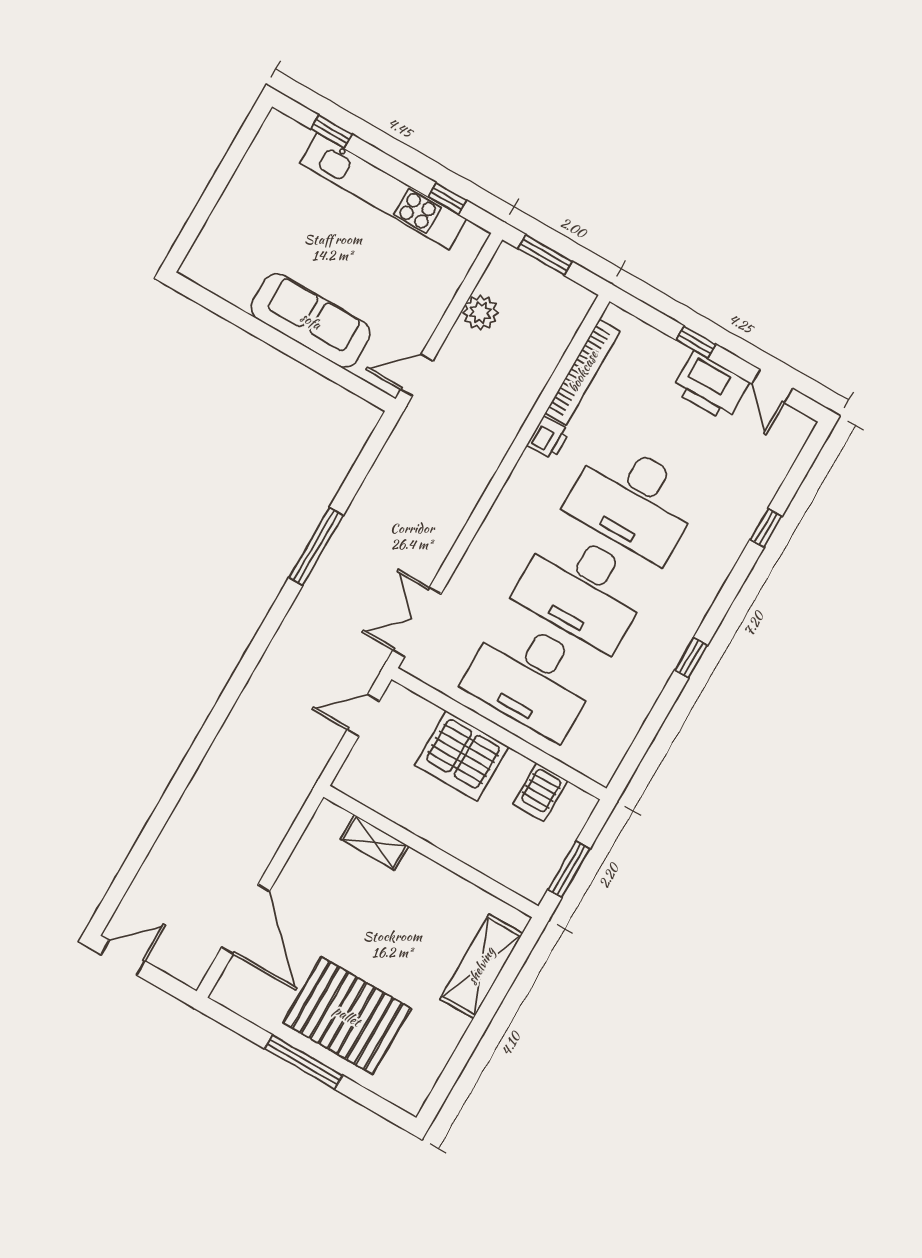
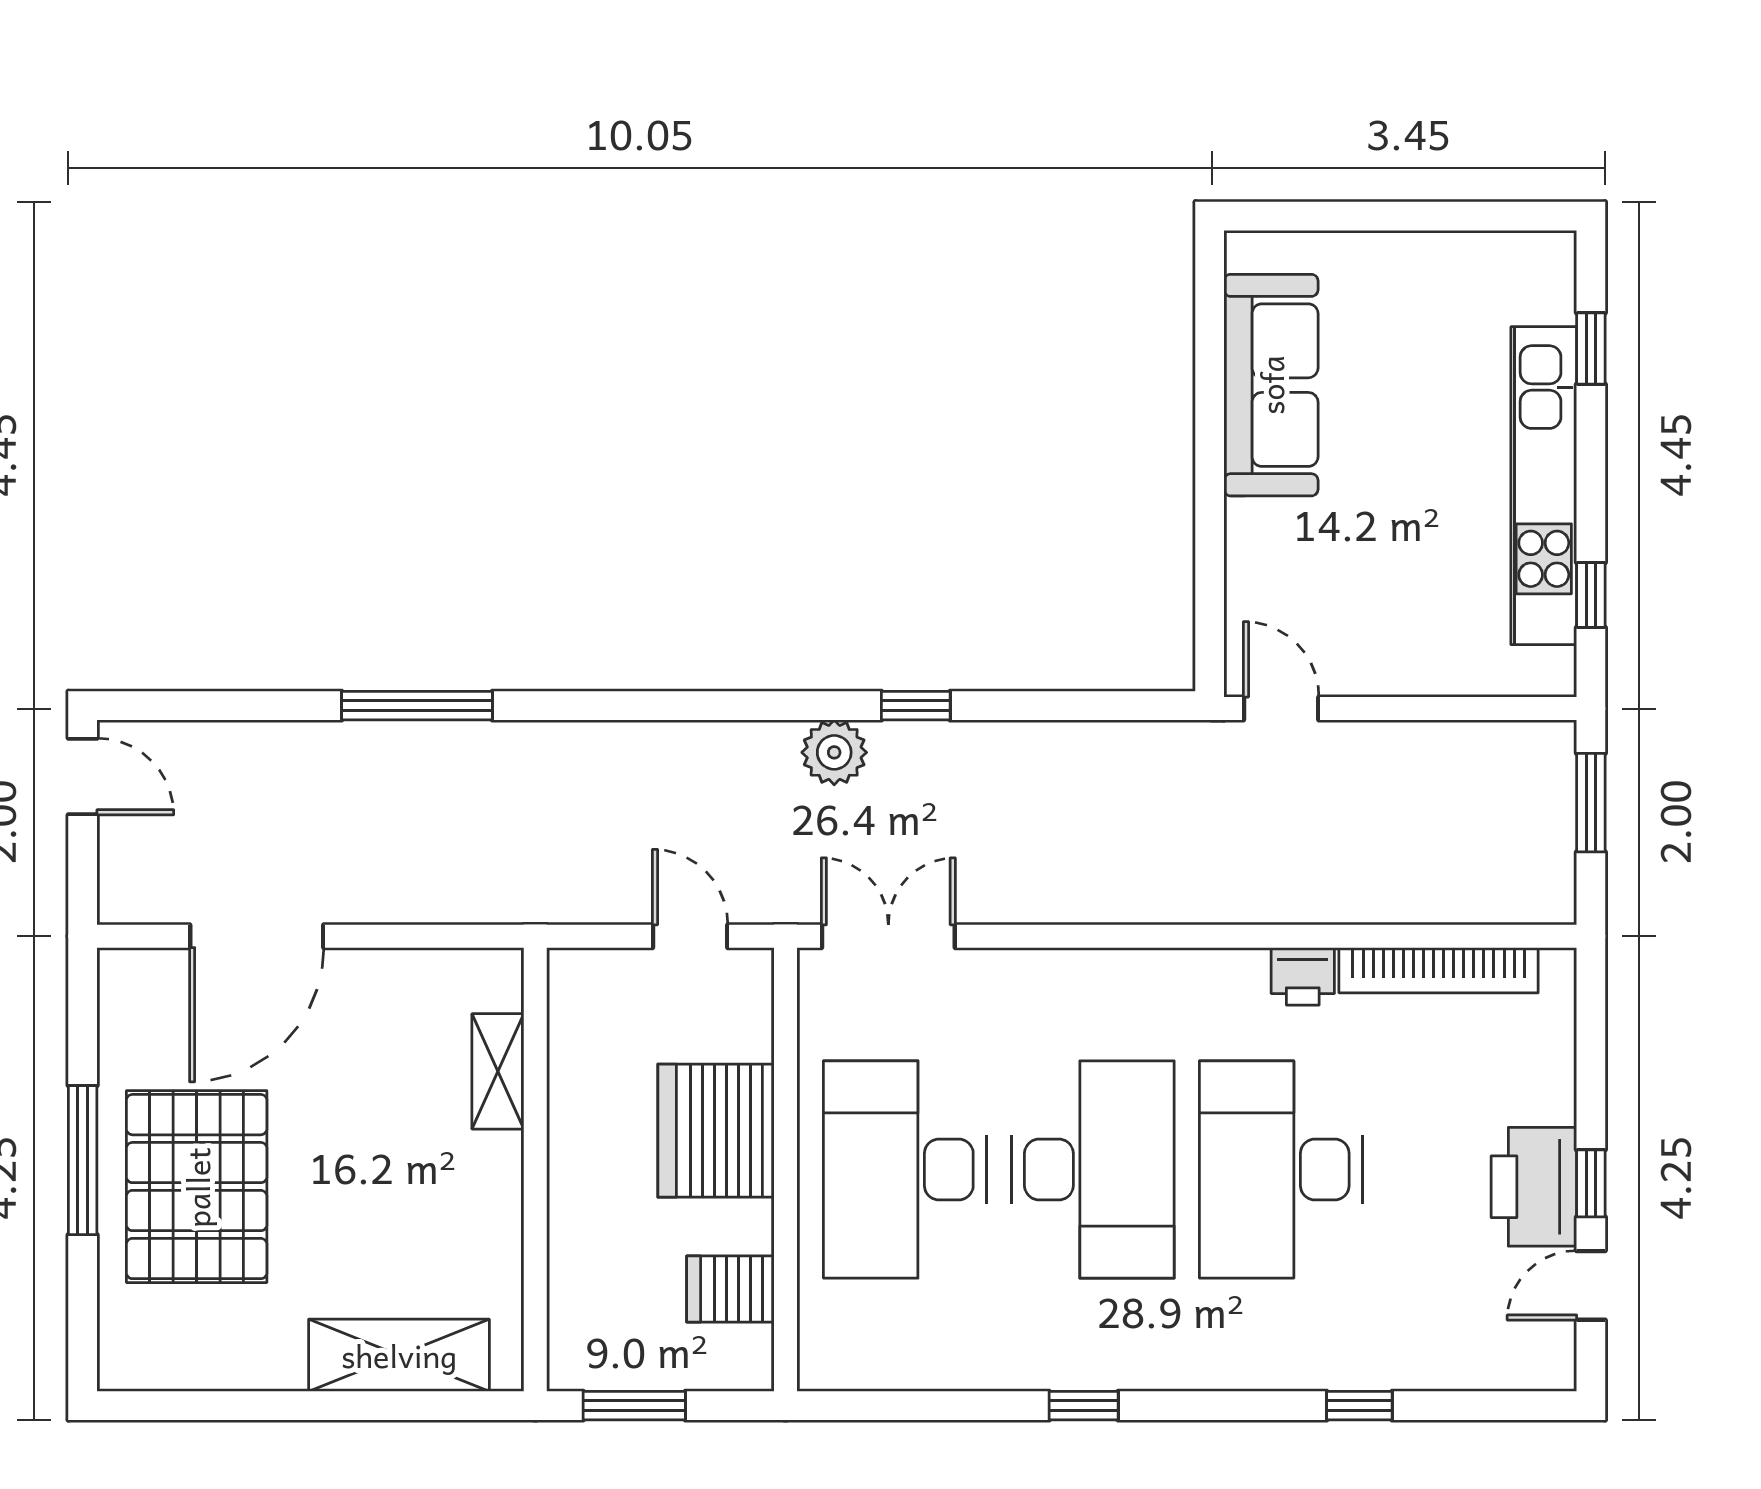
plant: (480, 312) -> (834, 752), moved
sofa: (311, 321) -> (1271, 385), moved
window: (696, 342) -> (1591, 1183), moved
window: (316, 546) -> (916, 706), width x0.46
desk: (582, 589) -> (1093, 1169), turned 180
window: (180, 781) -> (417, 706), added

